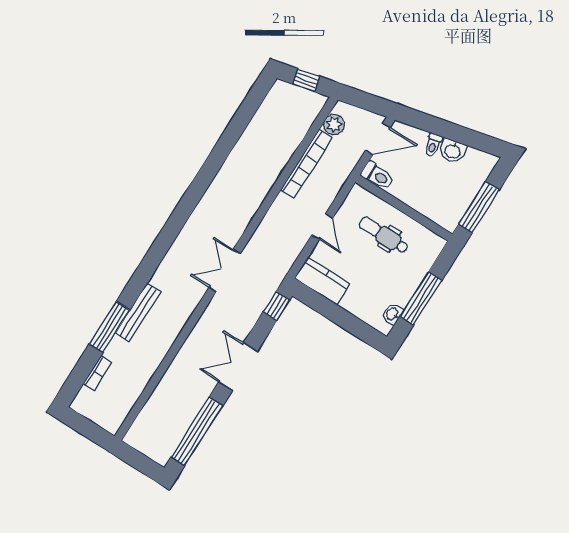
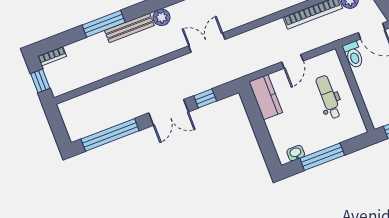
plant: (162, 279) -> (162, 17), added
window: (276, 306) -> (205, 98), moved
double door: (238, 367) -> (169, 112), swing flipped
bookcase: (97, 373) -> (52, 56), moved
window: (89, 429) -> (40, 81), added

